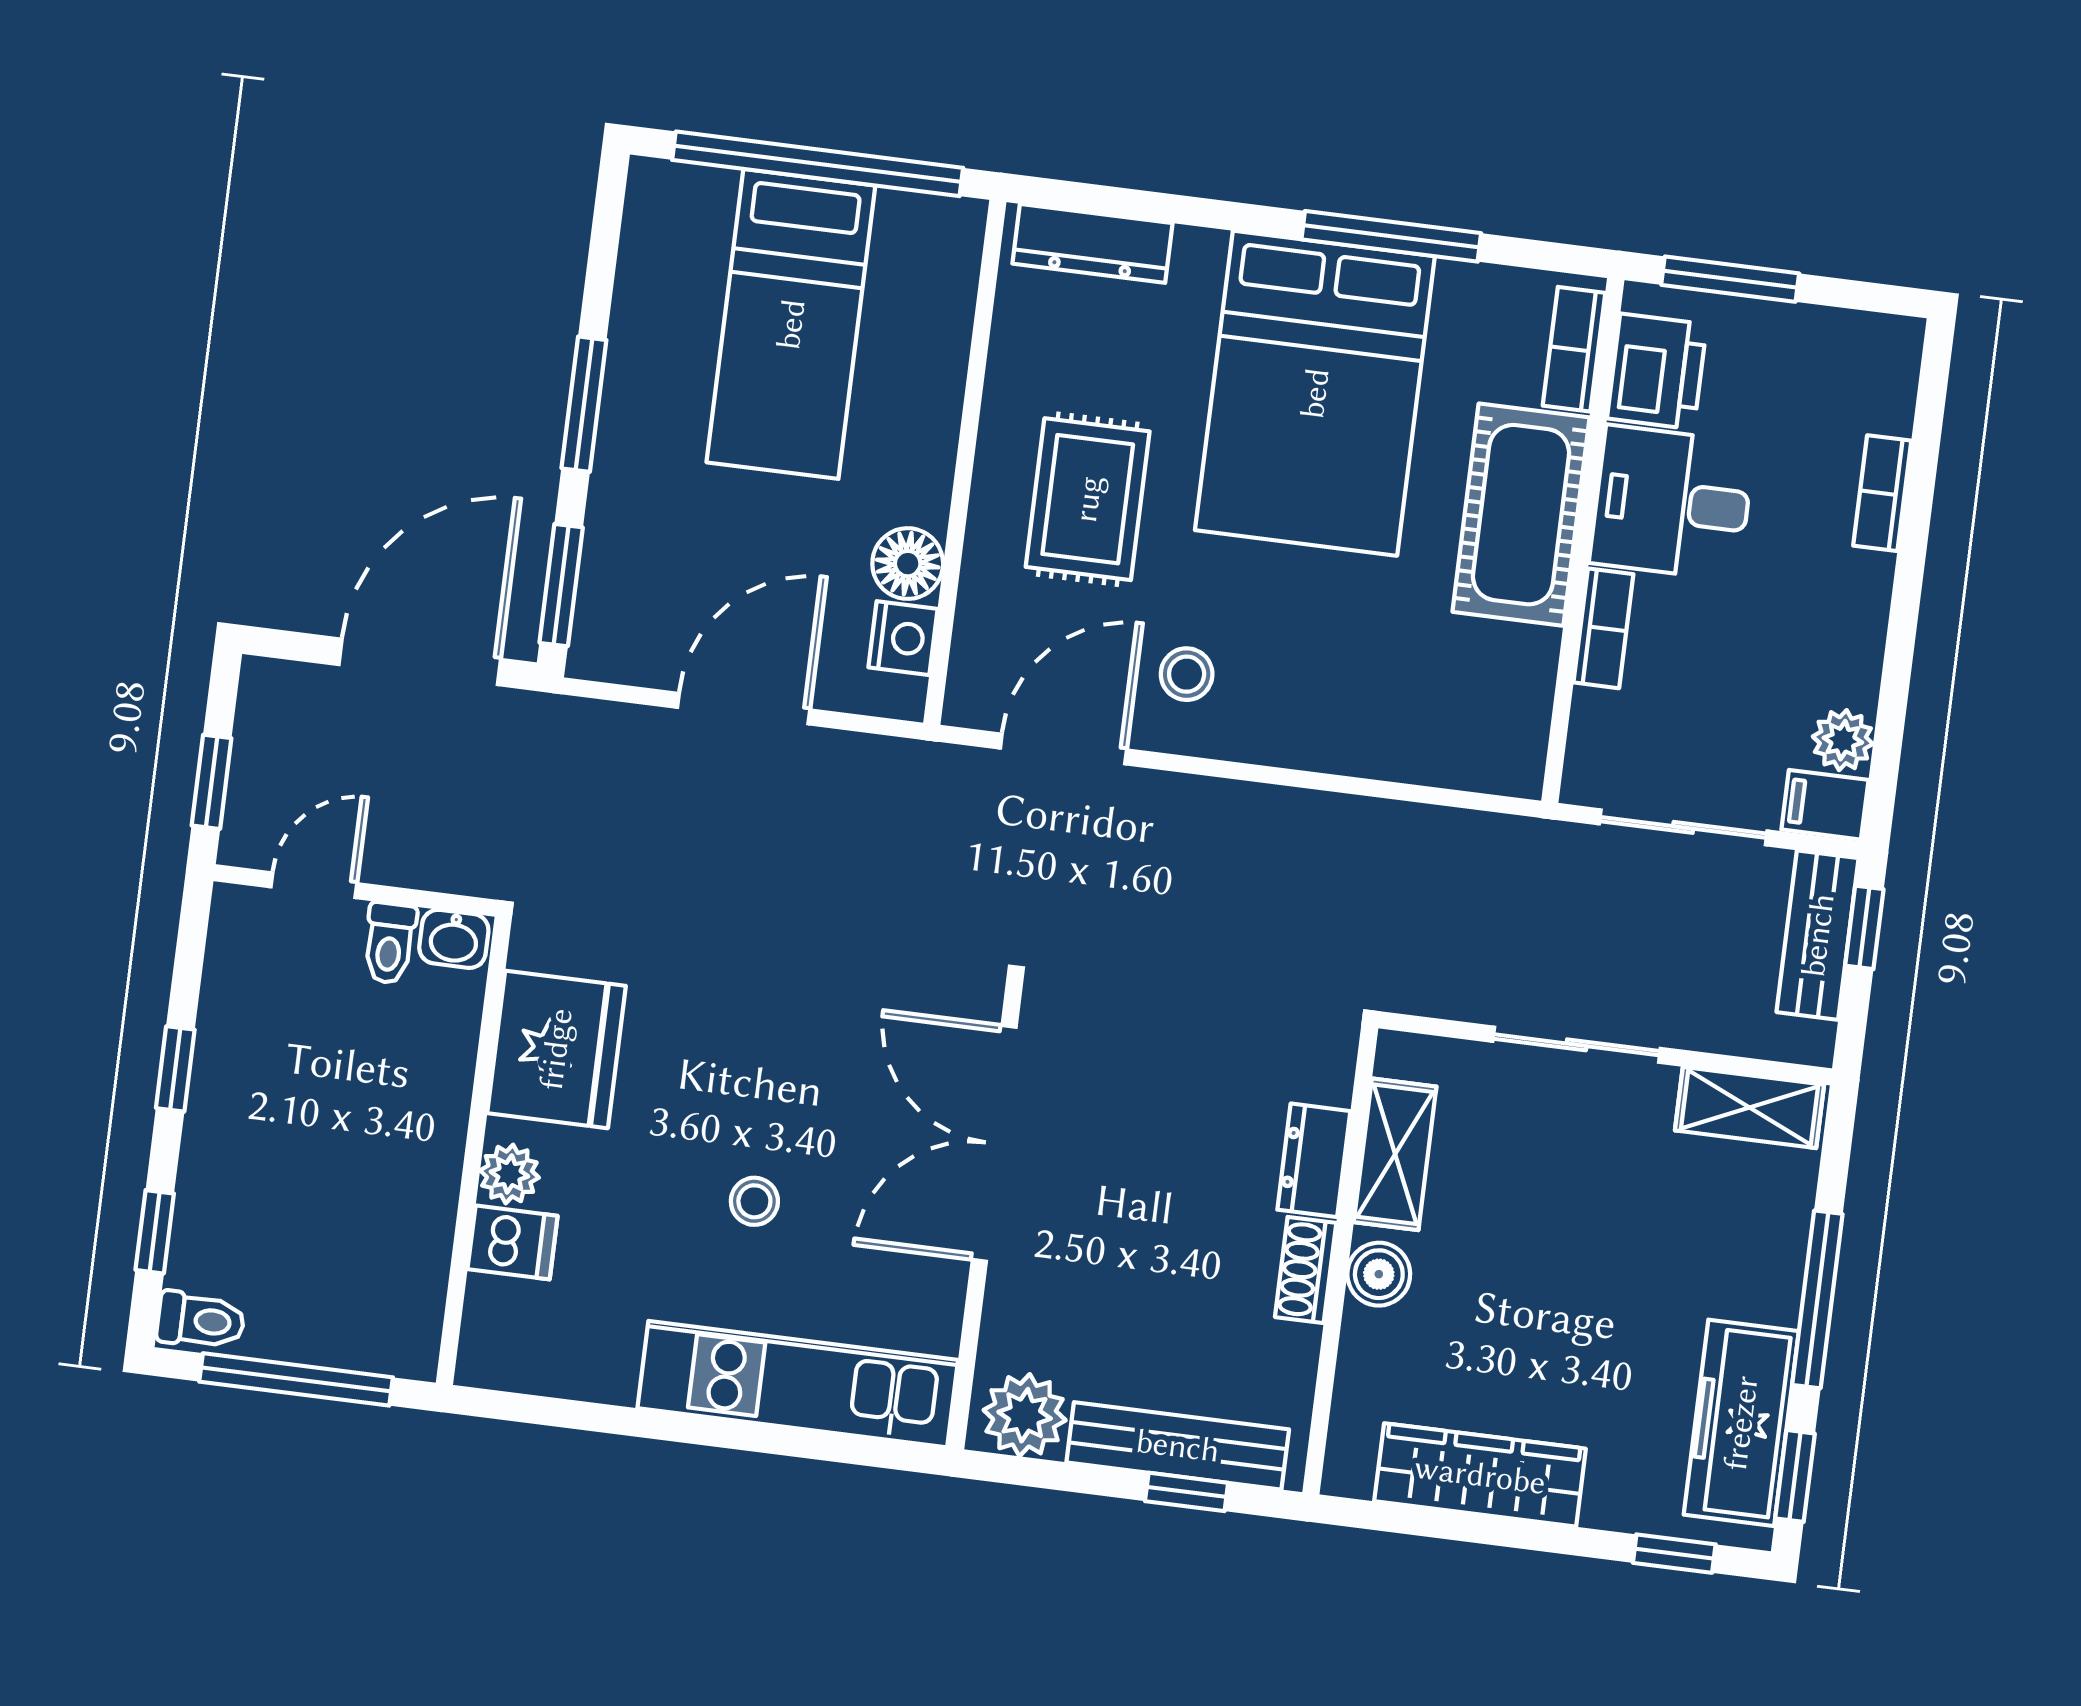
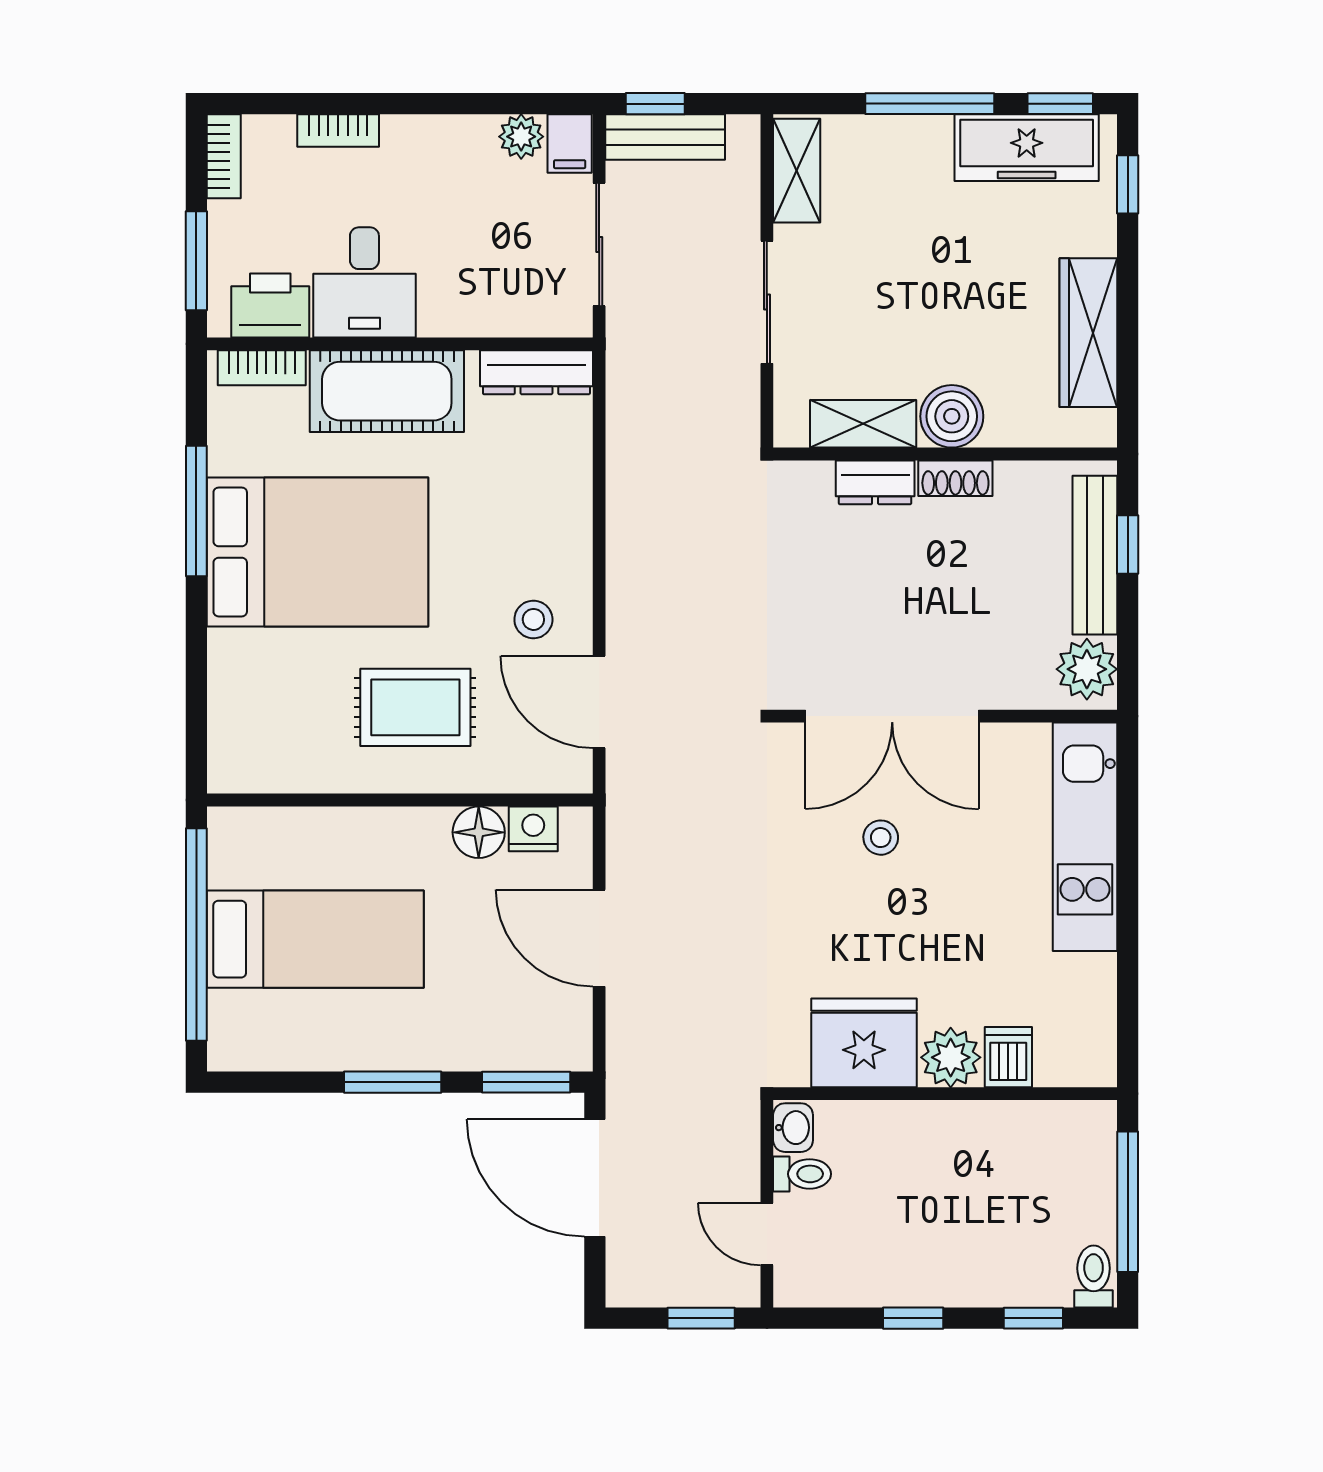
dresser: (1093, 243) -> (536, 372), moved, turned 90
bookcase: (1603, 628) -> (224, 156), moved, turned 90
plant: (509, 1174) -> (951, 1057), width x1.38, depth x1.38
stool: (754, 1201) -> (881, 838), moved
boiler: (1379, 1274) -> (952, 416), width x1.36, depth x1.36

